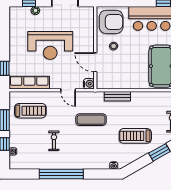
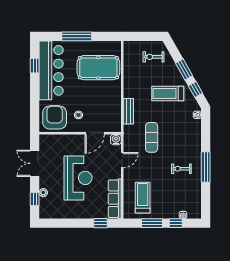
treadmill: (135, 136) -> (168, 94), turned 90
exercise bike: (54, 141) -> (181, 169), moved
window: (139, 164) -> (195, 90), added
window: (61, 174) -> (206, 167), width x0.68

